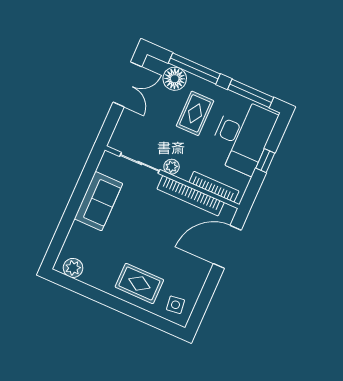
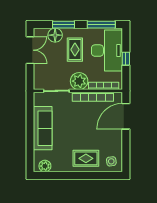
window: (194, 68) -> (63, 25), width x0.69
plant: (172, 167) -> (79, 81), width x1.87, depth x1.87
sofa: (98, 201) -> (43, 128), width x1.36

